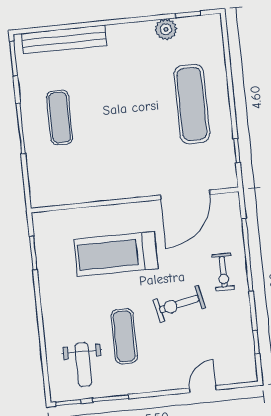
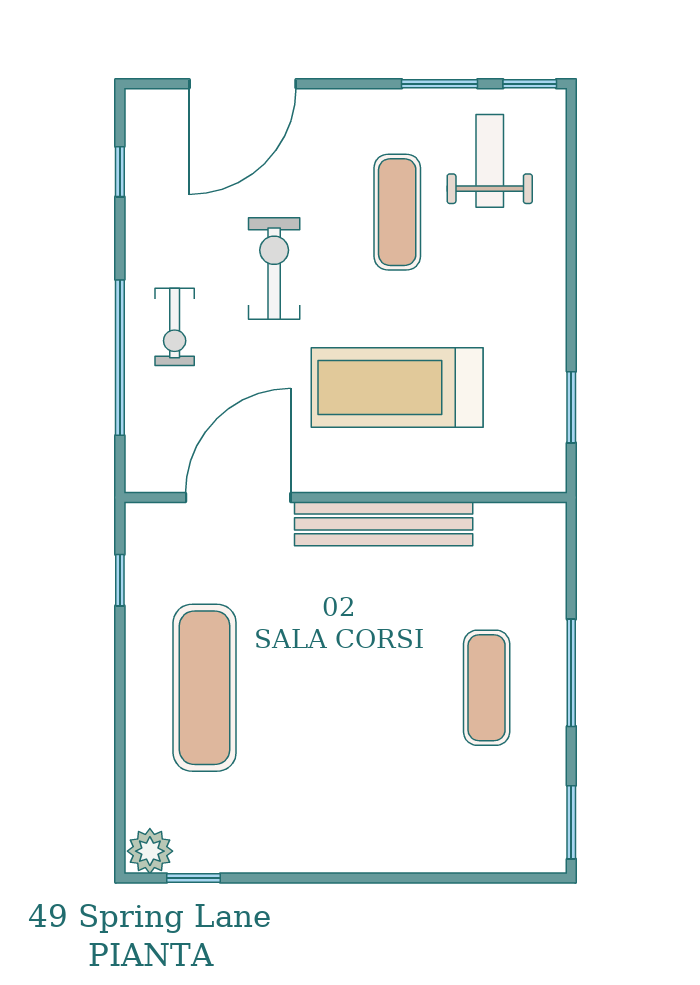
plant: (166, 29) -> (150, 851), moved
bench: (64, 39) -> (384, 524), moved
treadmill: (116, 254) -> (397, 387), turned 180
exercise bike: (223, 272) -> (175, 327), turned 180
exercise bike: (179, 304) -> (274, 269), turned -78
door: (203, 389) -> (243, 84), width x1.88

